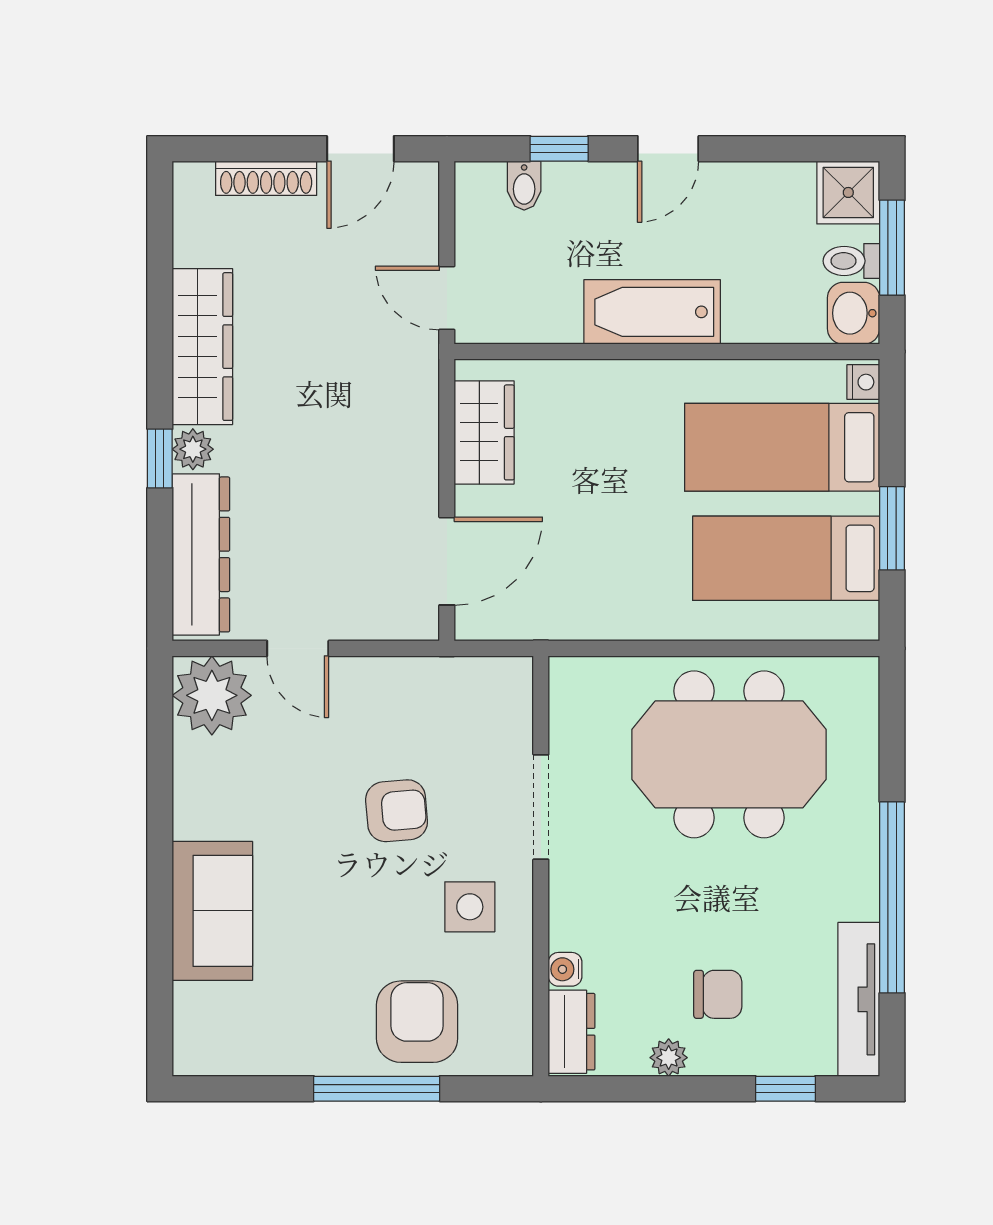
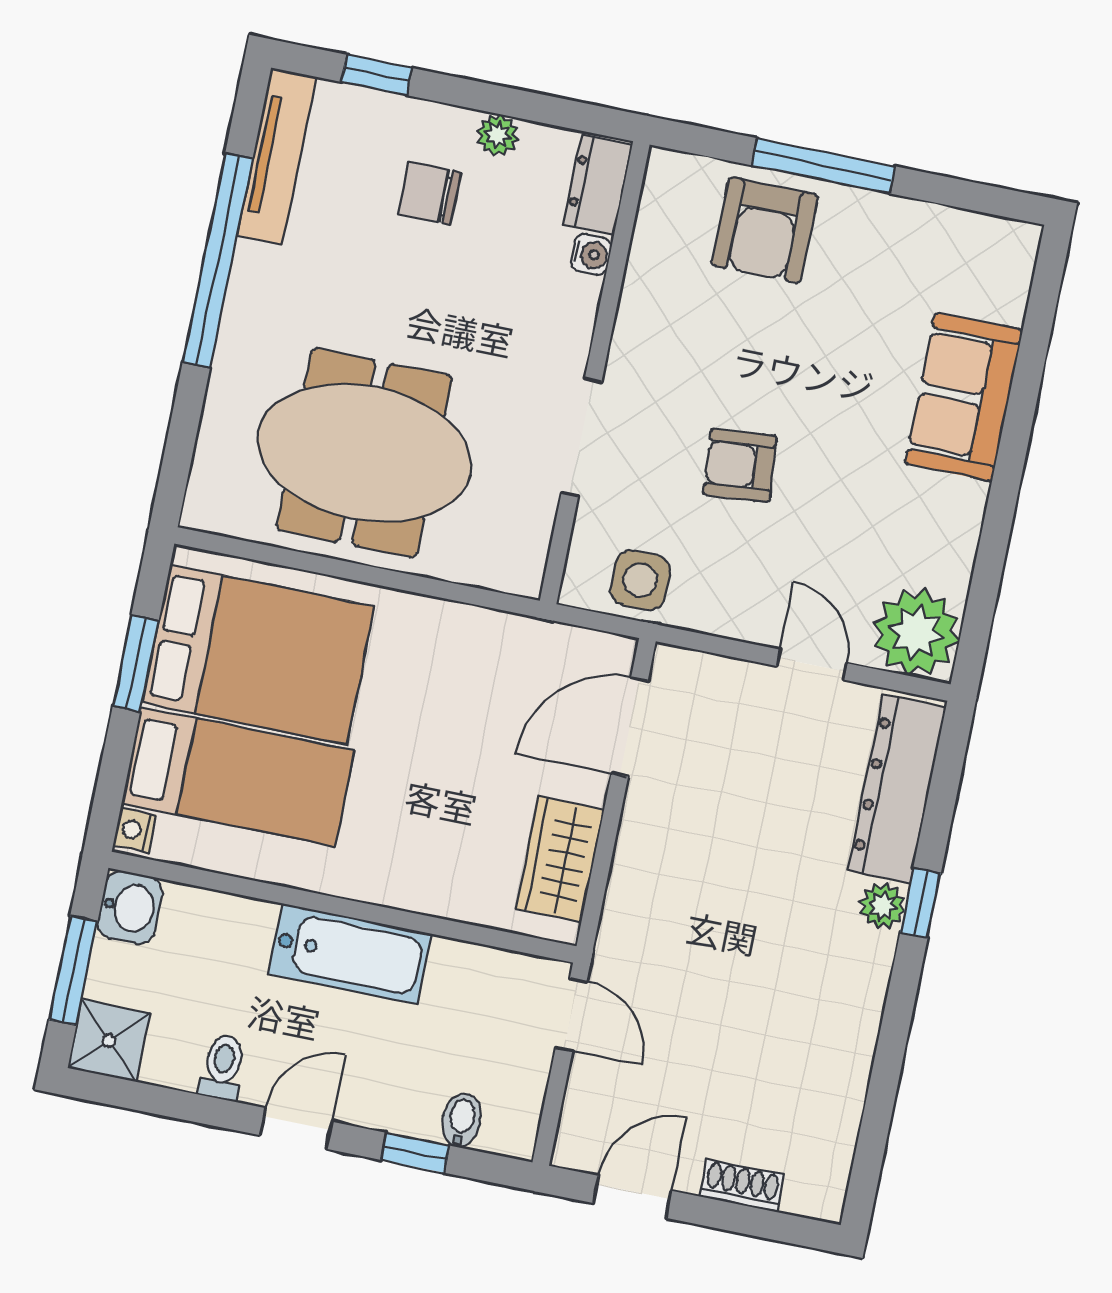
shoe rack: (266, 178) -> (742, 1186), width x0.70
toilet: (851, 261) -> (223, 1067), moved, turned -90
wardrobe: (202, 347) -> (849, 1016), removed
bed: (786, 558) -> (258, 655), width x1.50
side table: (470, 907) -> (640, 580), moved

